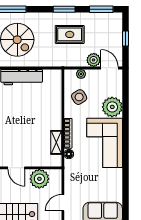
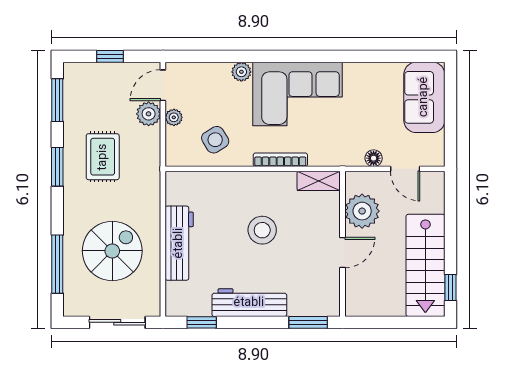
plant: (81, 74) -> (174, 117), moved
plant: (112, 107) -> (241, 72), width x0.53, depth x0.53
stool: (29, 123) -> (262, 230), added
shelving: (56, 142) -> (319, 181), moved
floor lamp: (69, 154) -> (374, 158), moved

